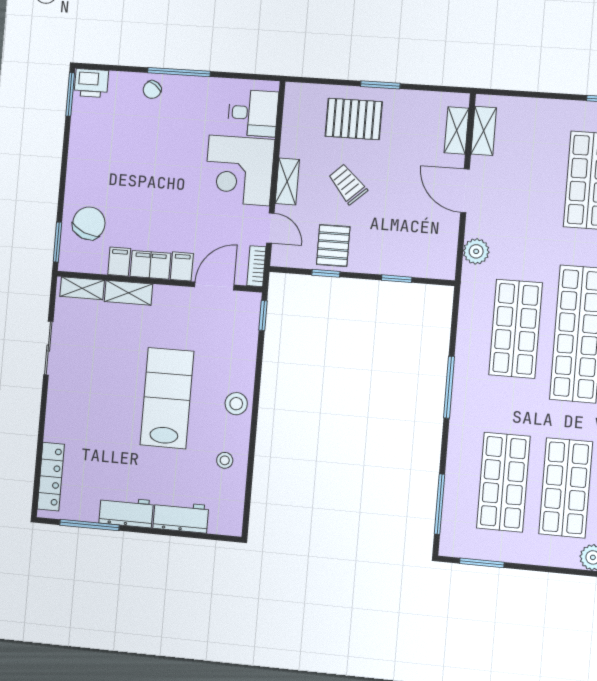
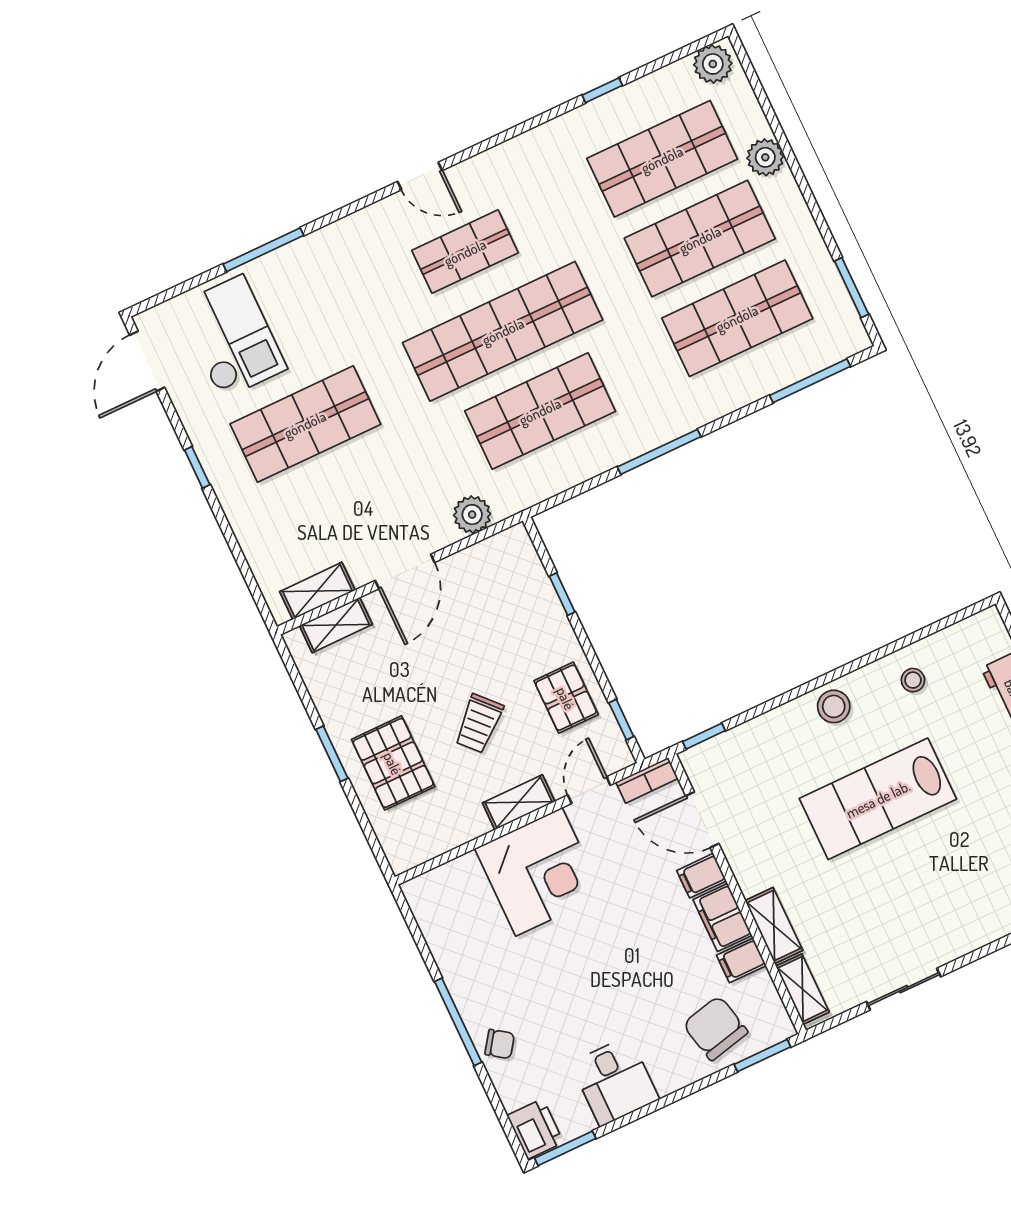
desk: (253, 113) -> (615, 1081), moved, turned 180
chair: (89, 223) -> (715, 1028), turned 55
pallet: (333, 246) -> (566, 698), turned 90
window: (326, 273) -> (621, 720), moved

